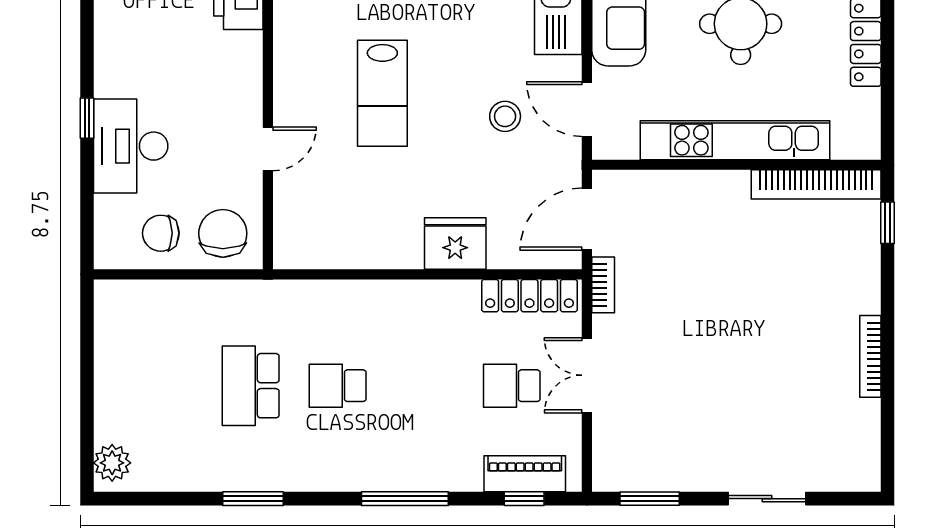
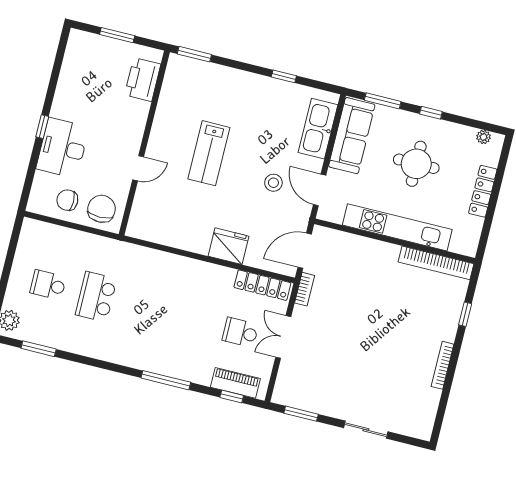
window: (888, 223) -> (465, 314), moved
school desk: (338, 386) -> (48, 285), moved
window: (253, 499) -> (39, 349), moved

